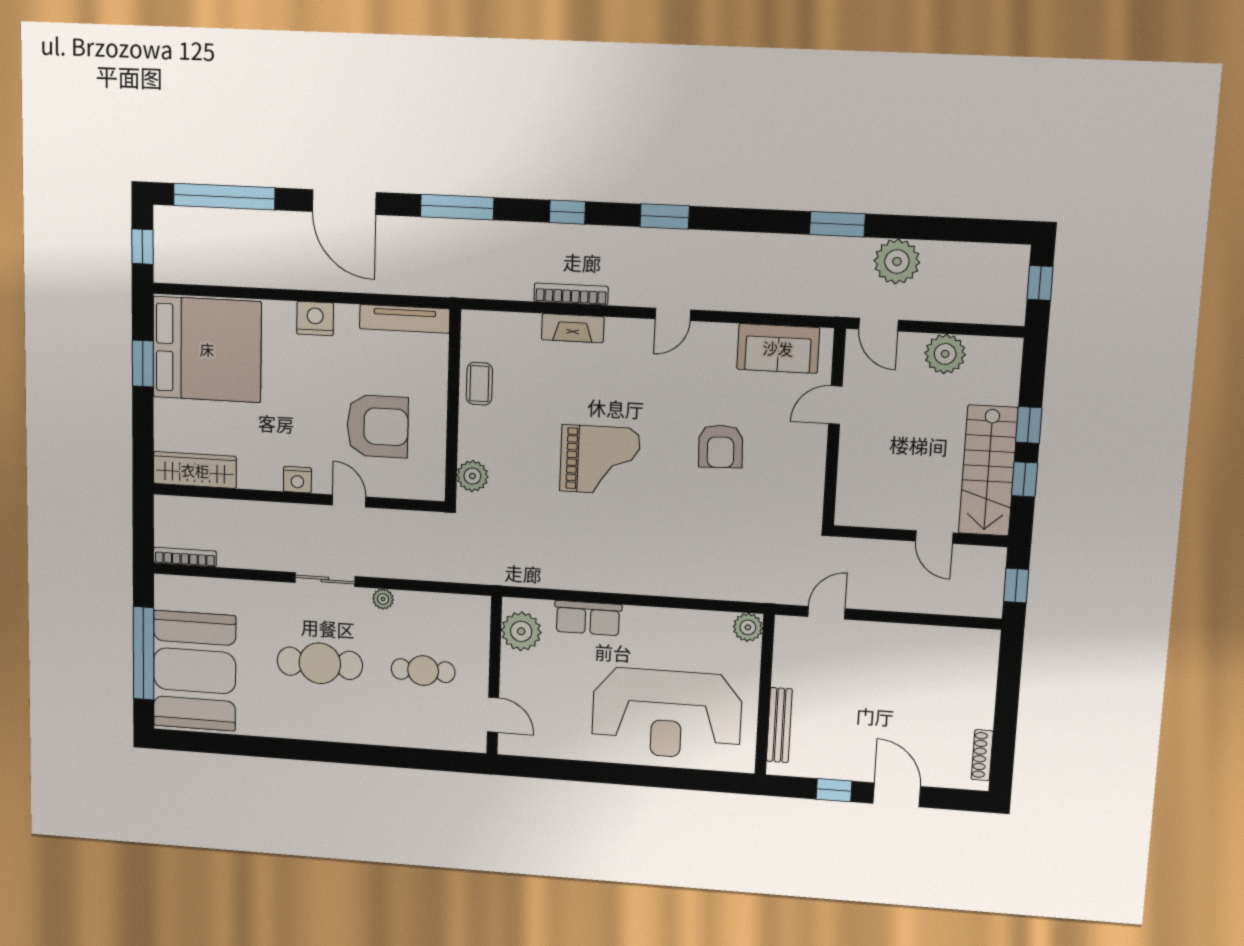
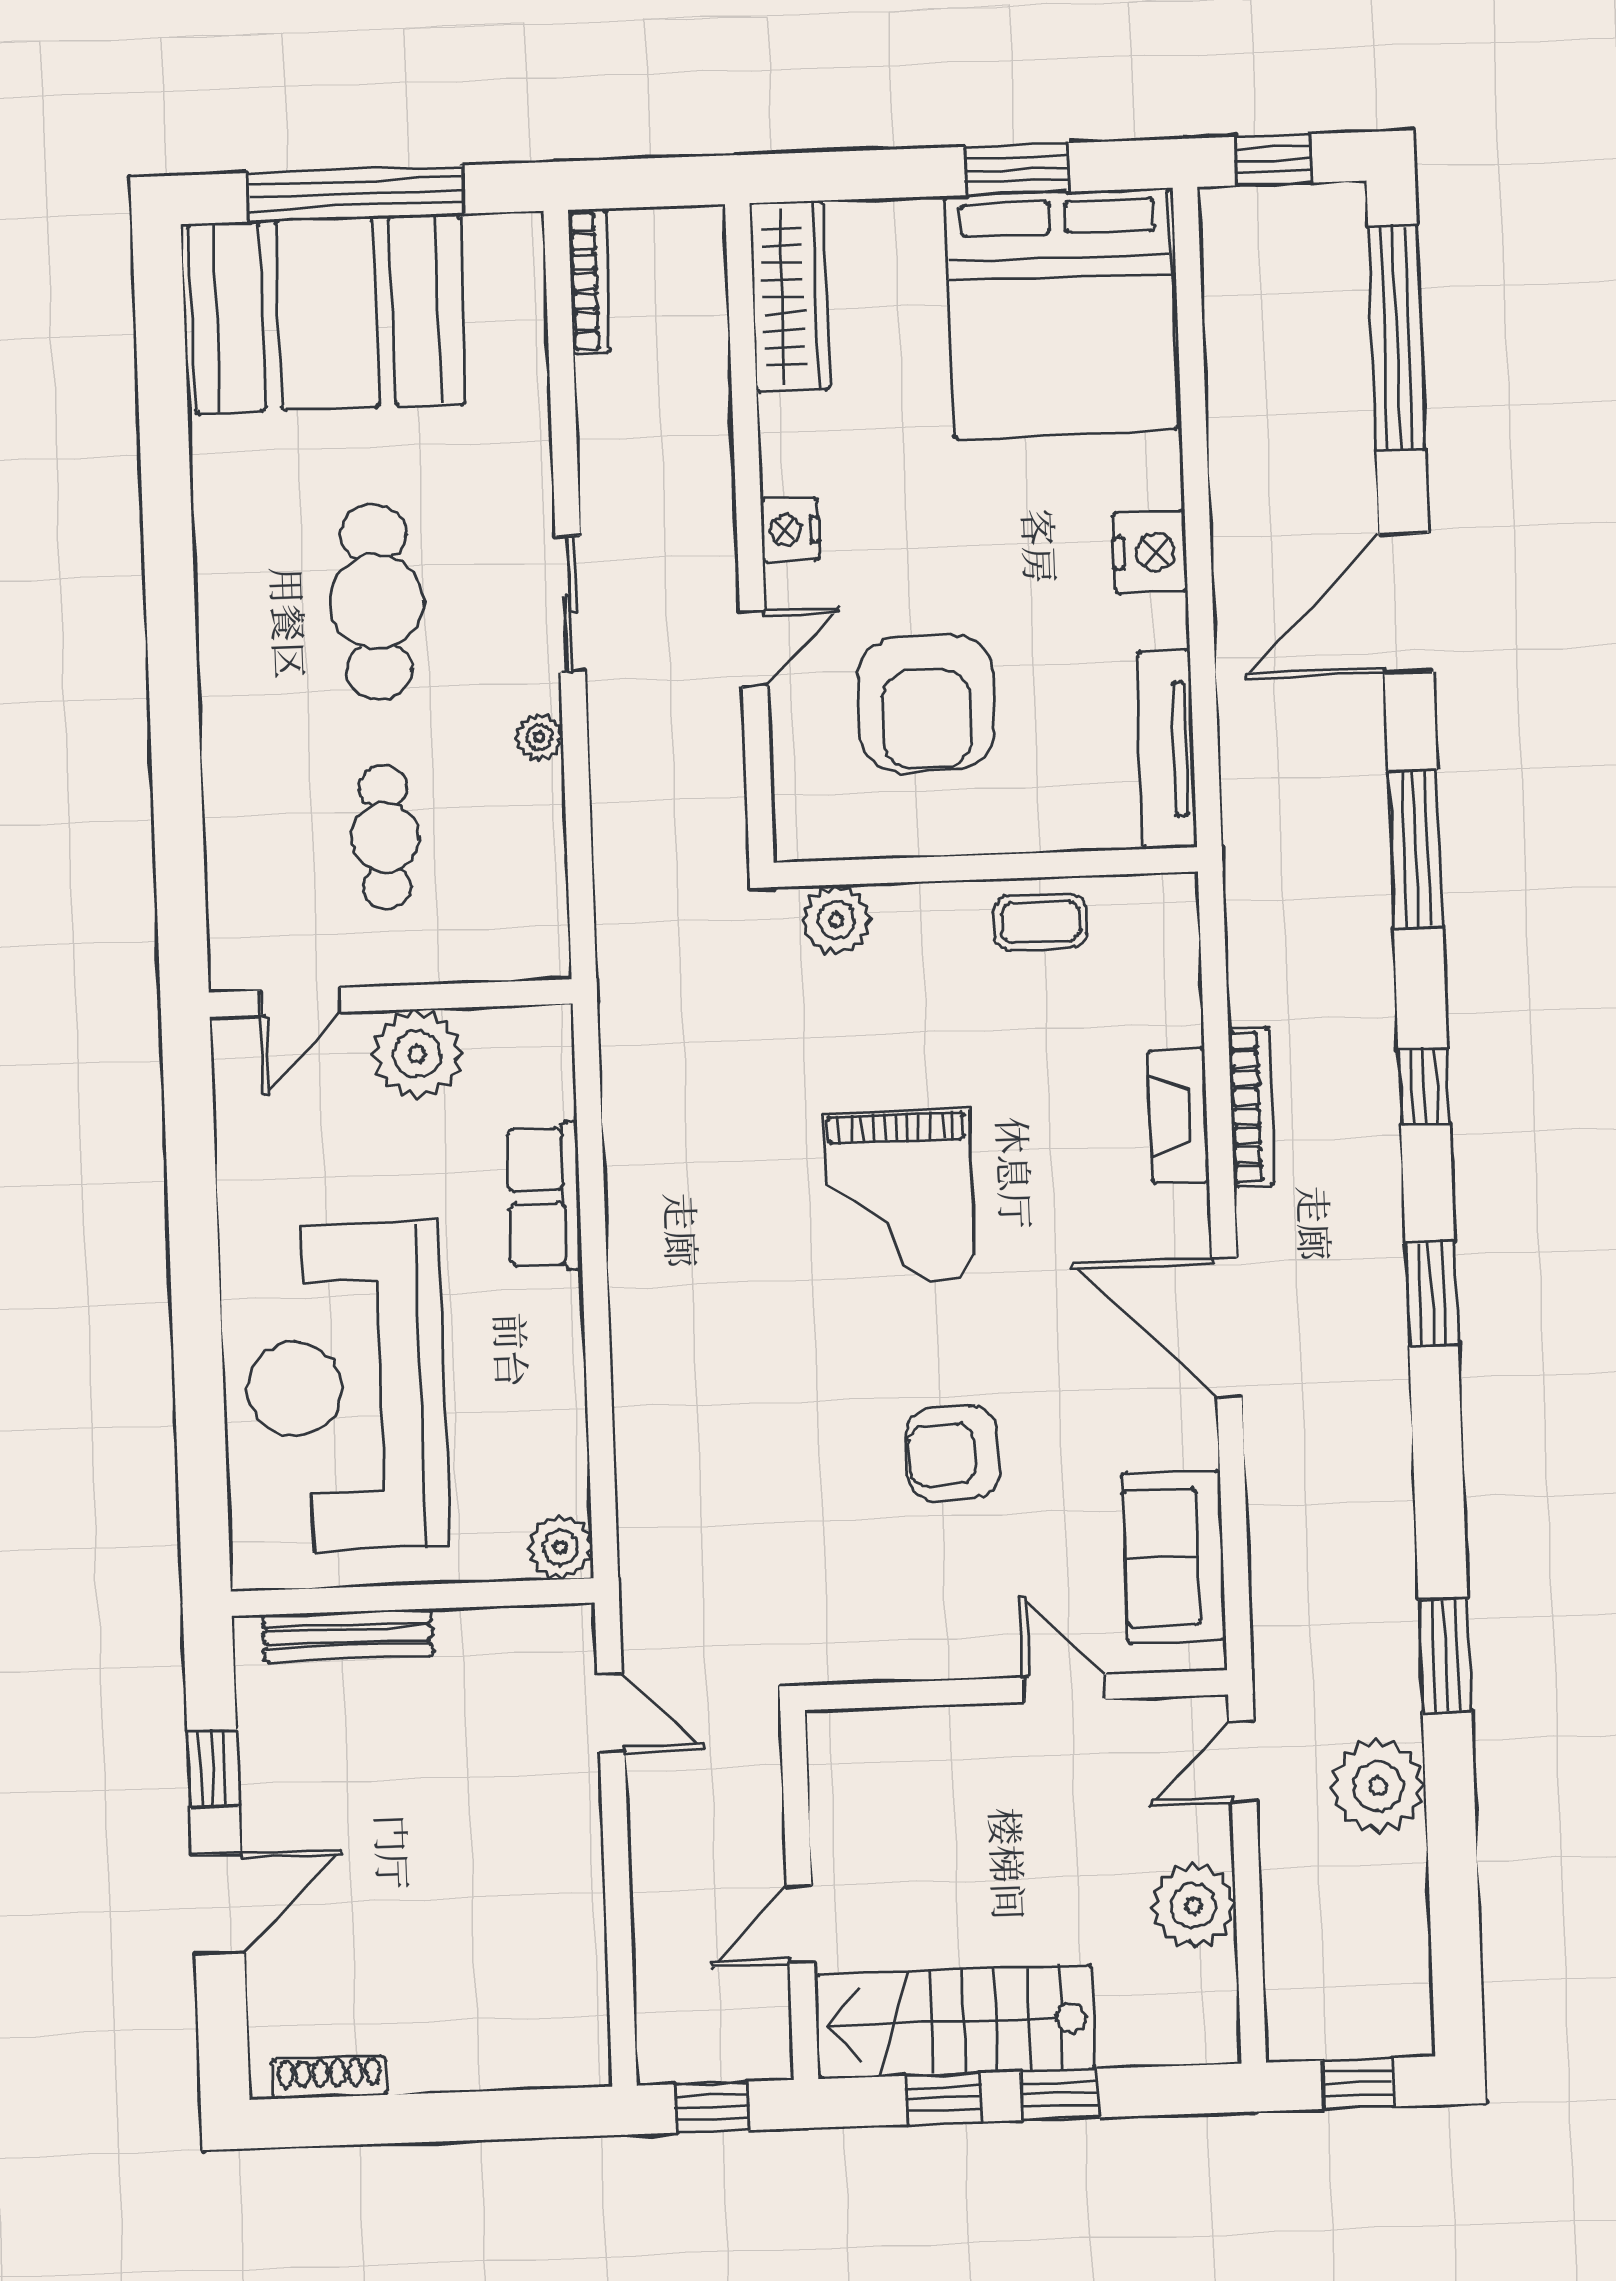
door: (673, 314) -> (1227, 1328), width x1.88
plant: (521, 631) -> (417, 1054), moved

